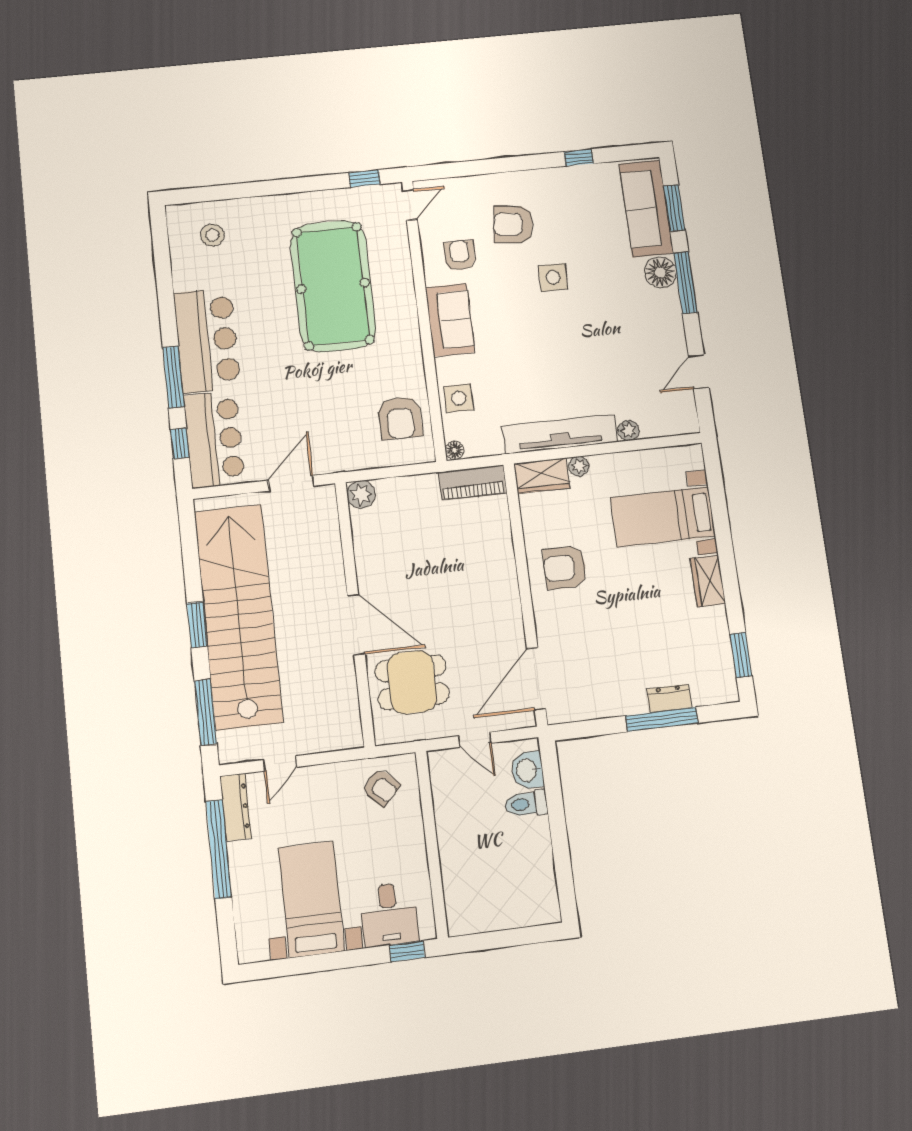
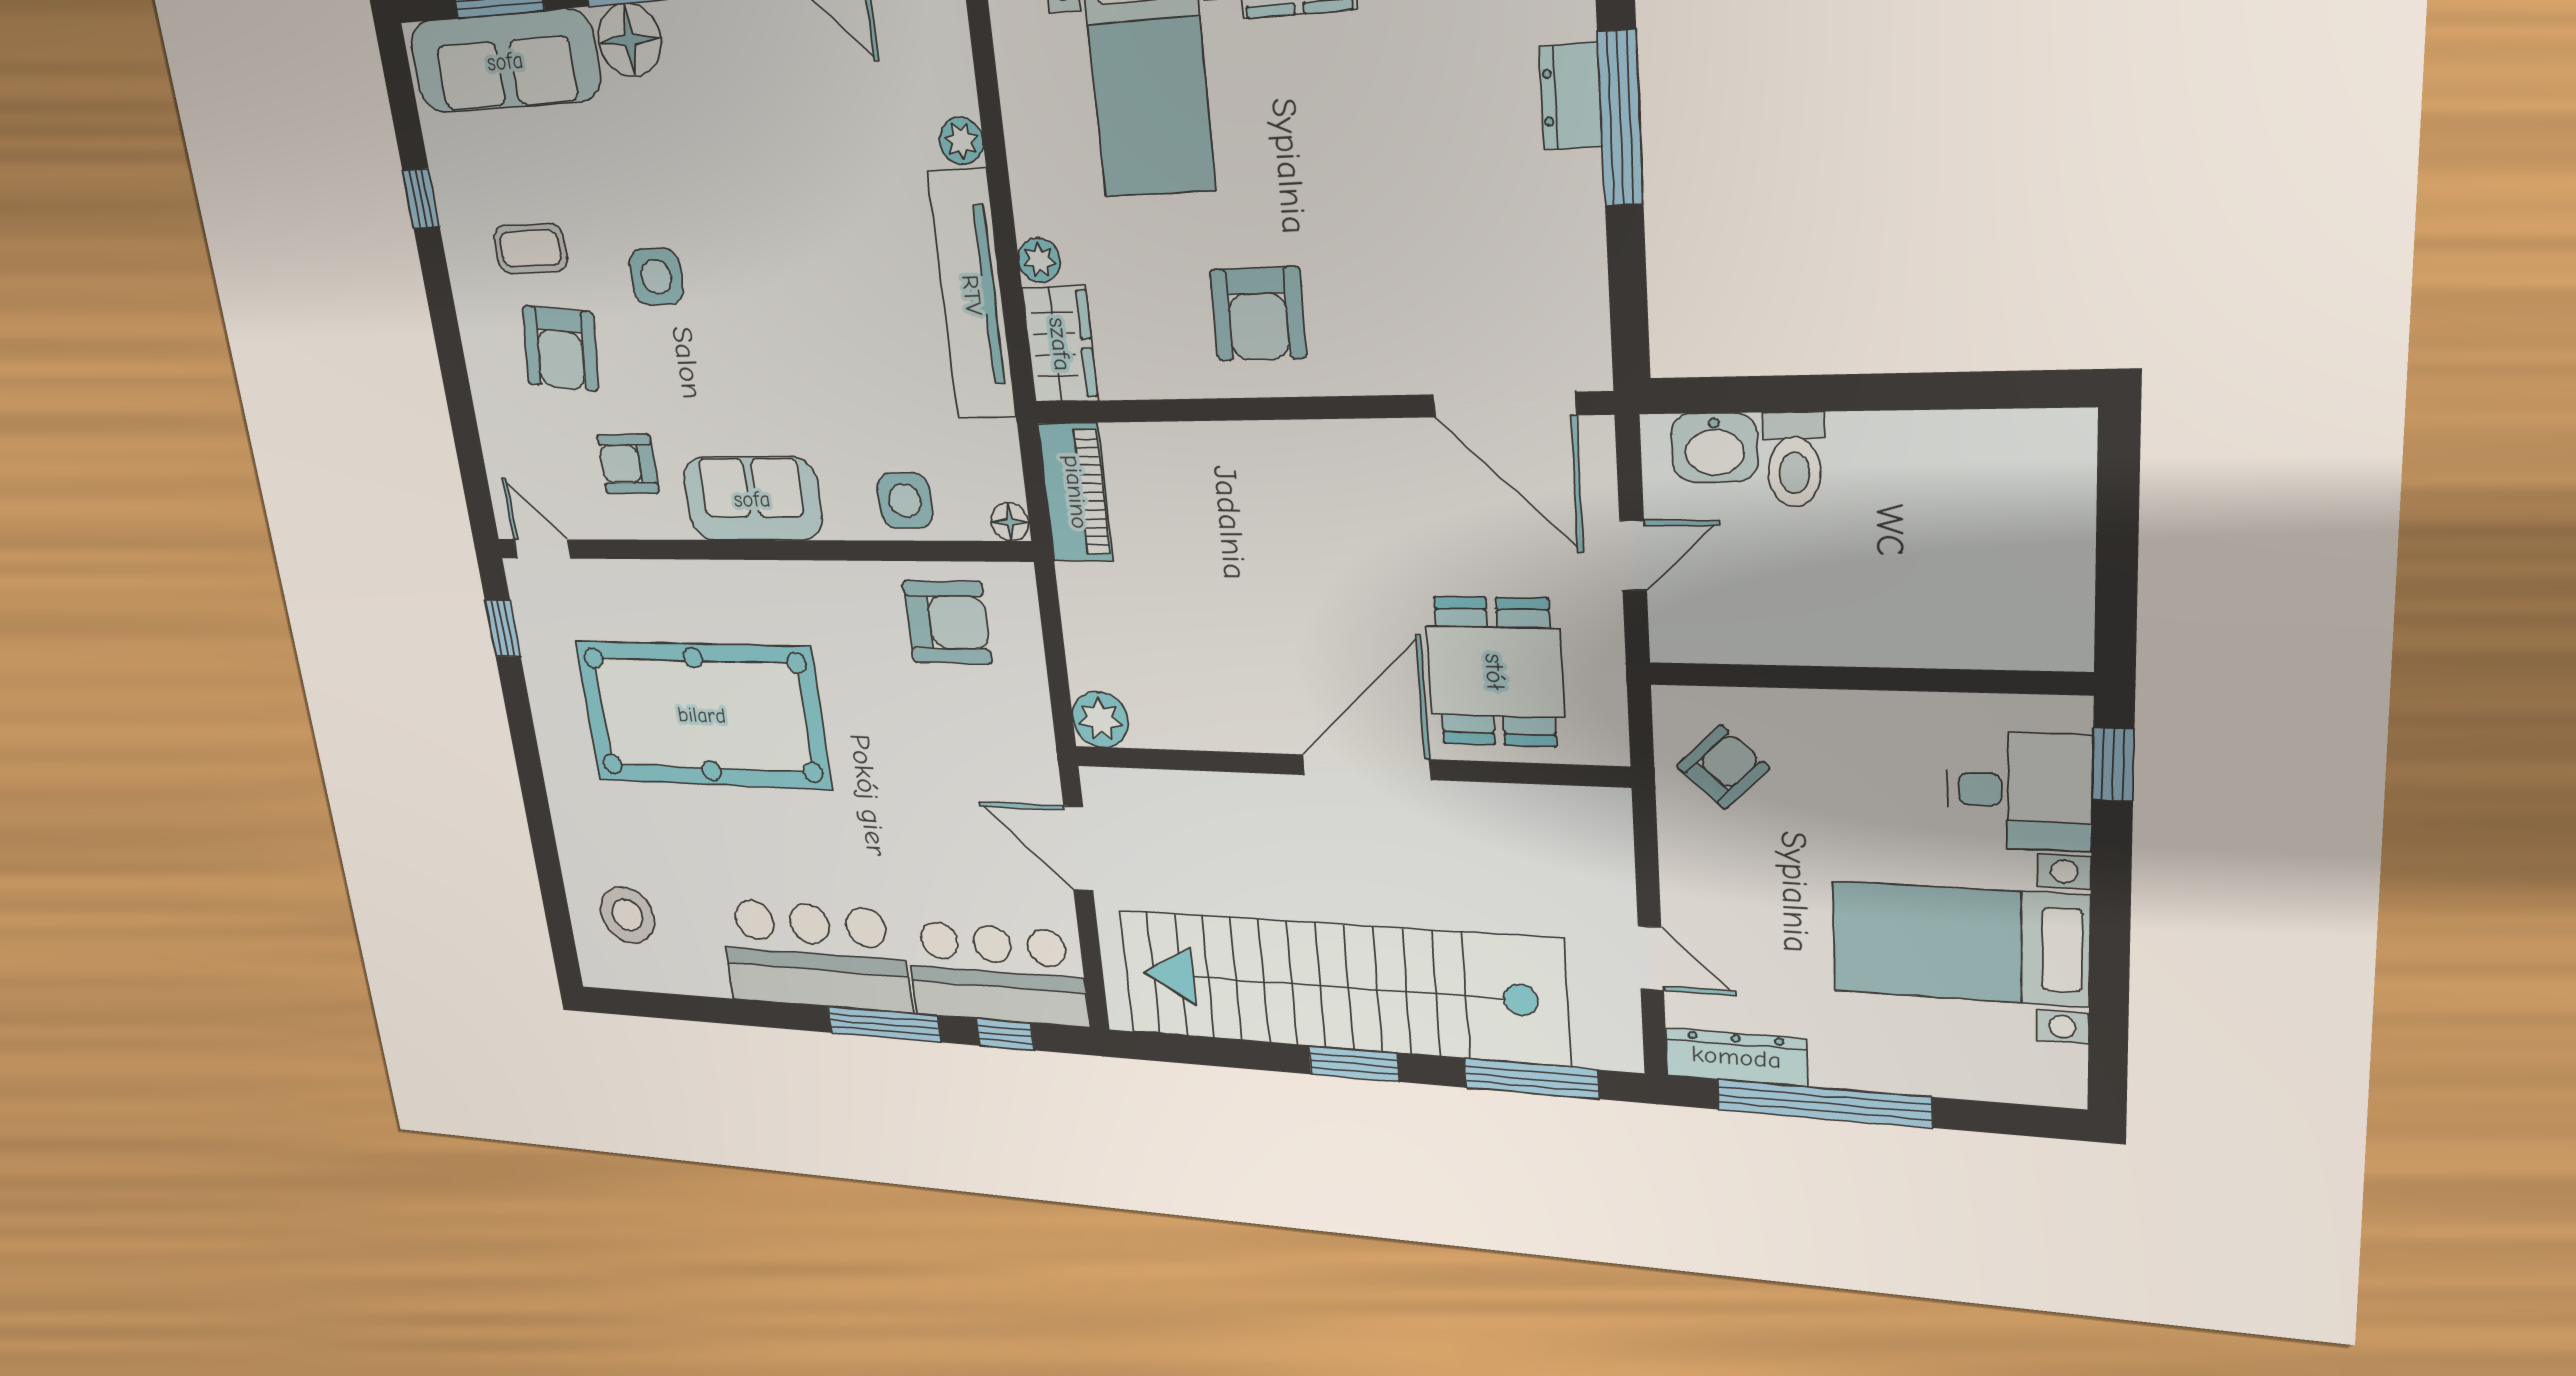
coffee table: (560, 213) -> (530, 249), added
stool: (212, 235) -> (627, 915), width x1.38, depth x1.38

